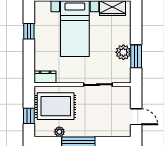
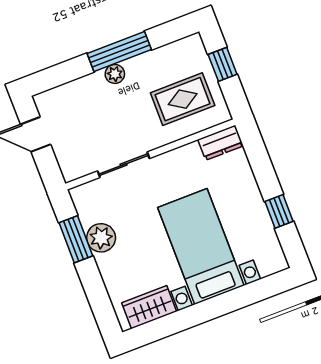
rug: (56, 106) -> (183, 99), width x0.73, depth x0.70
plant: (59, 132) -> (115, 74), moved

